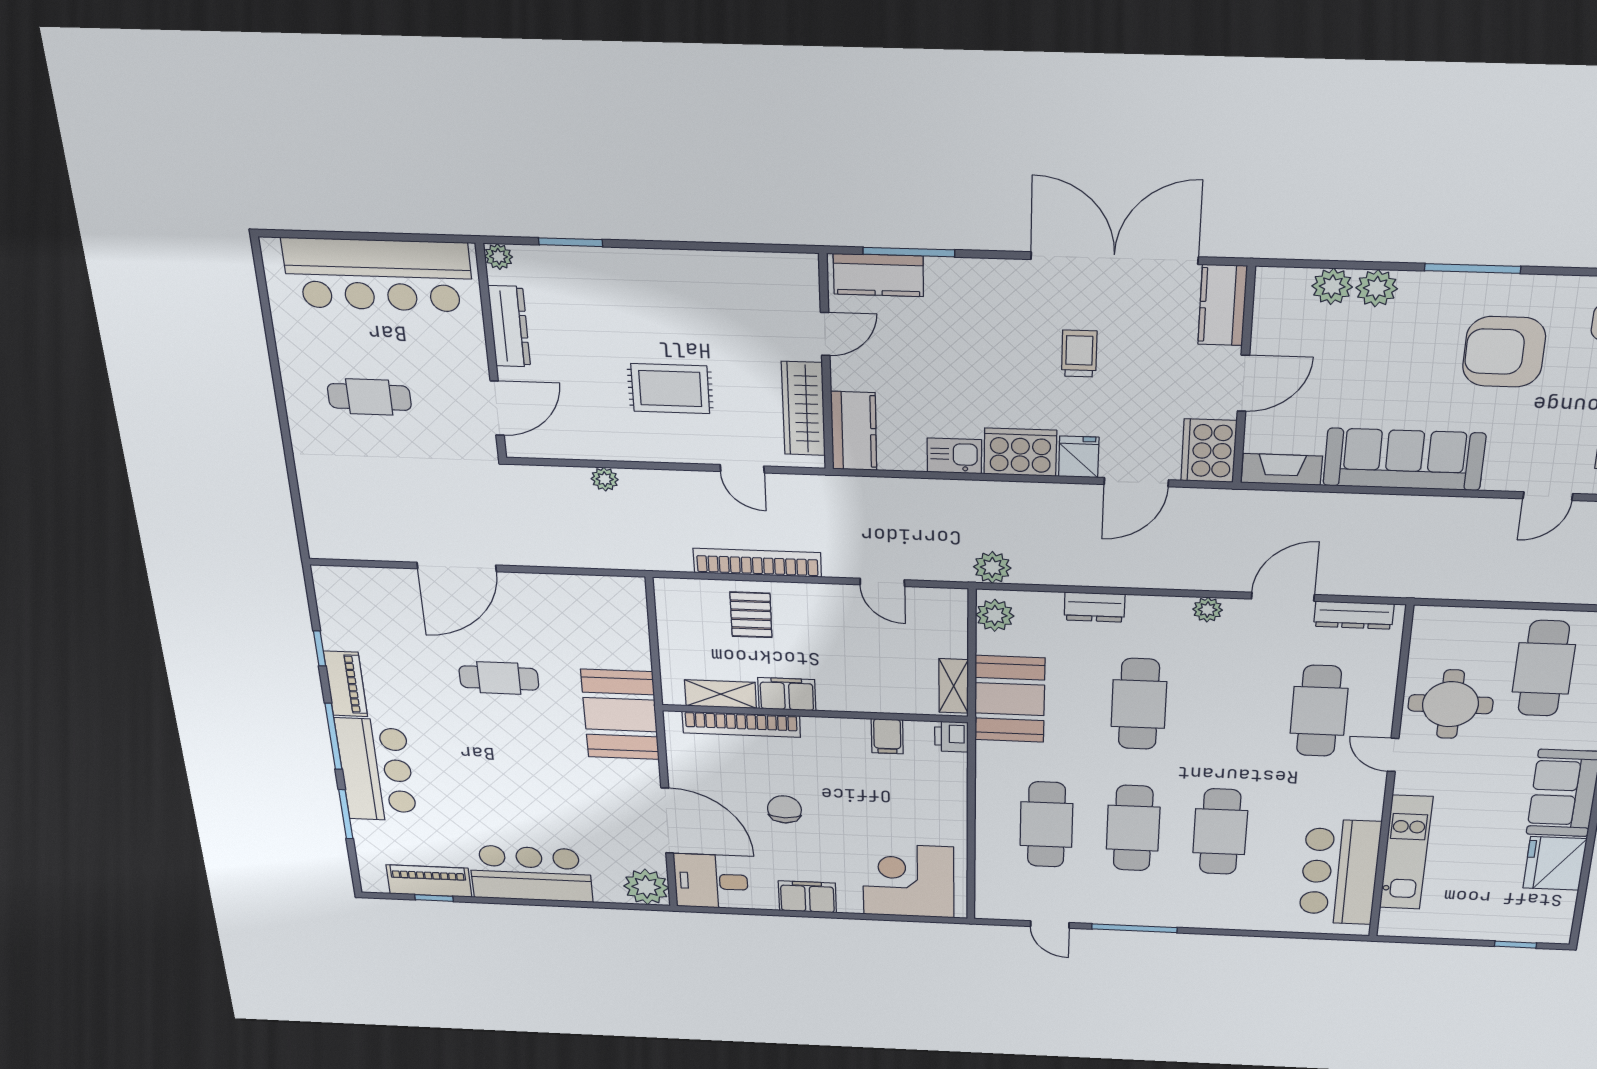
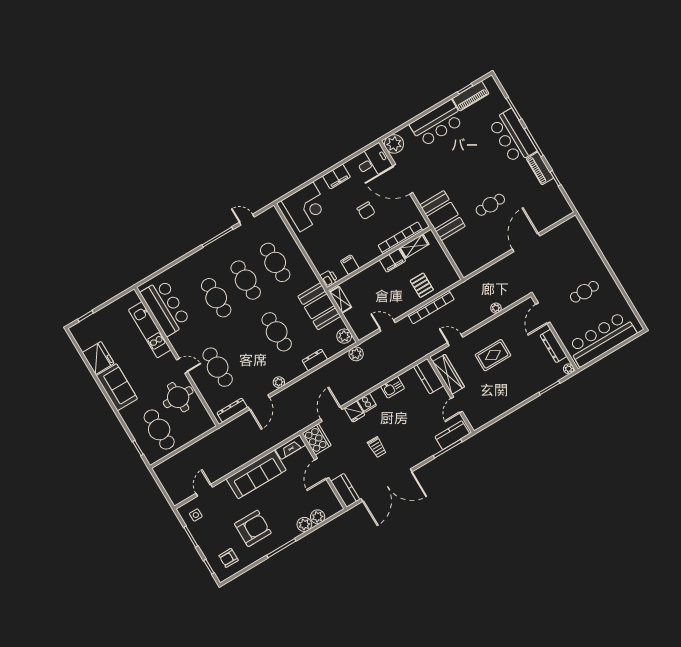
cooker: (1020, 452) -> (367, 403), width x0.53, depth x0.76

